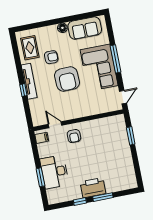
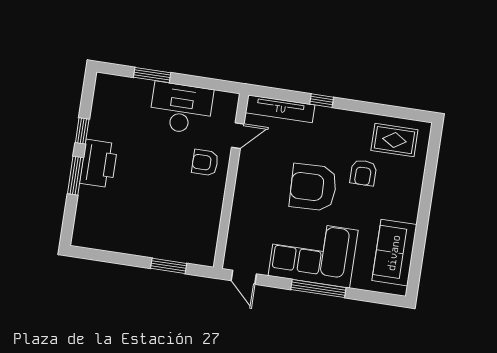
floor lamp: (62, 28) -> (409, 212), removed
tv unit: (29, 81) -> (280, 109), moved
filing cabinet: (42, 138) -> (223, 103), removed
desk: (54, 172) -> (181, 108), moved

